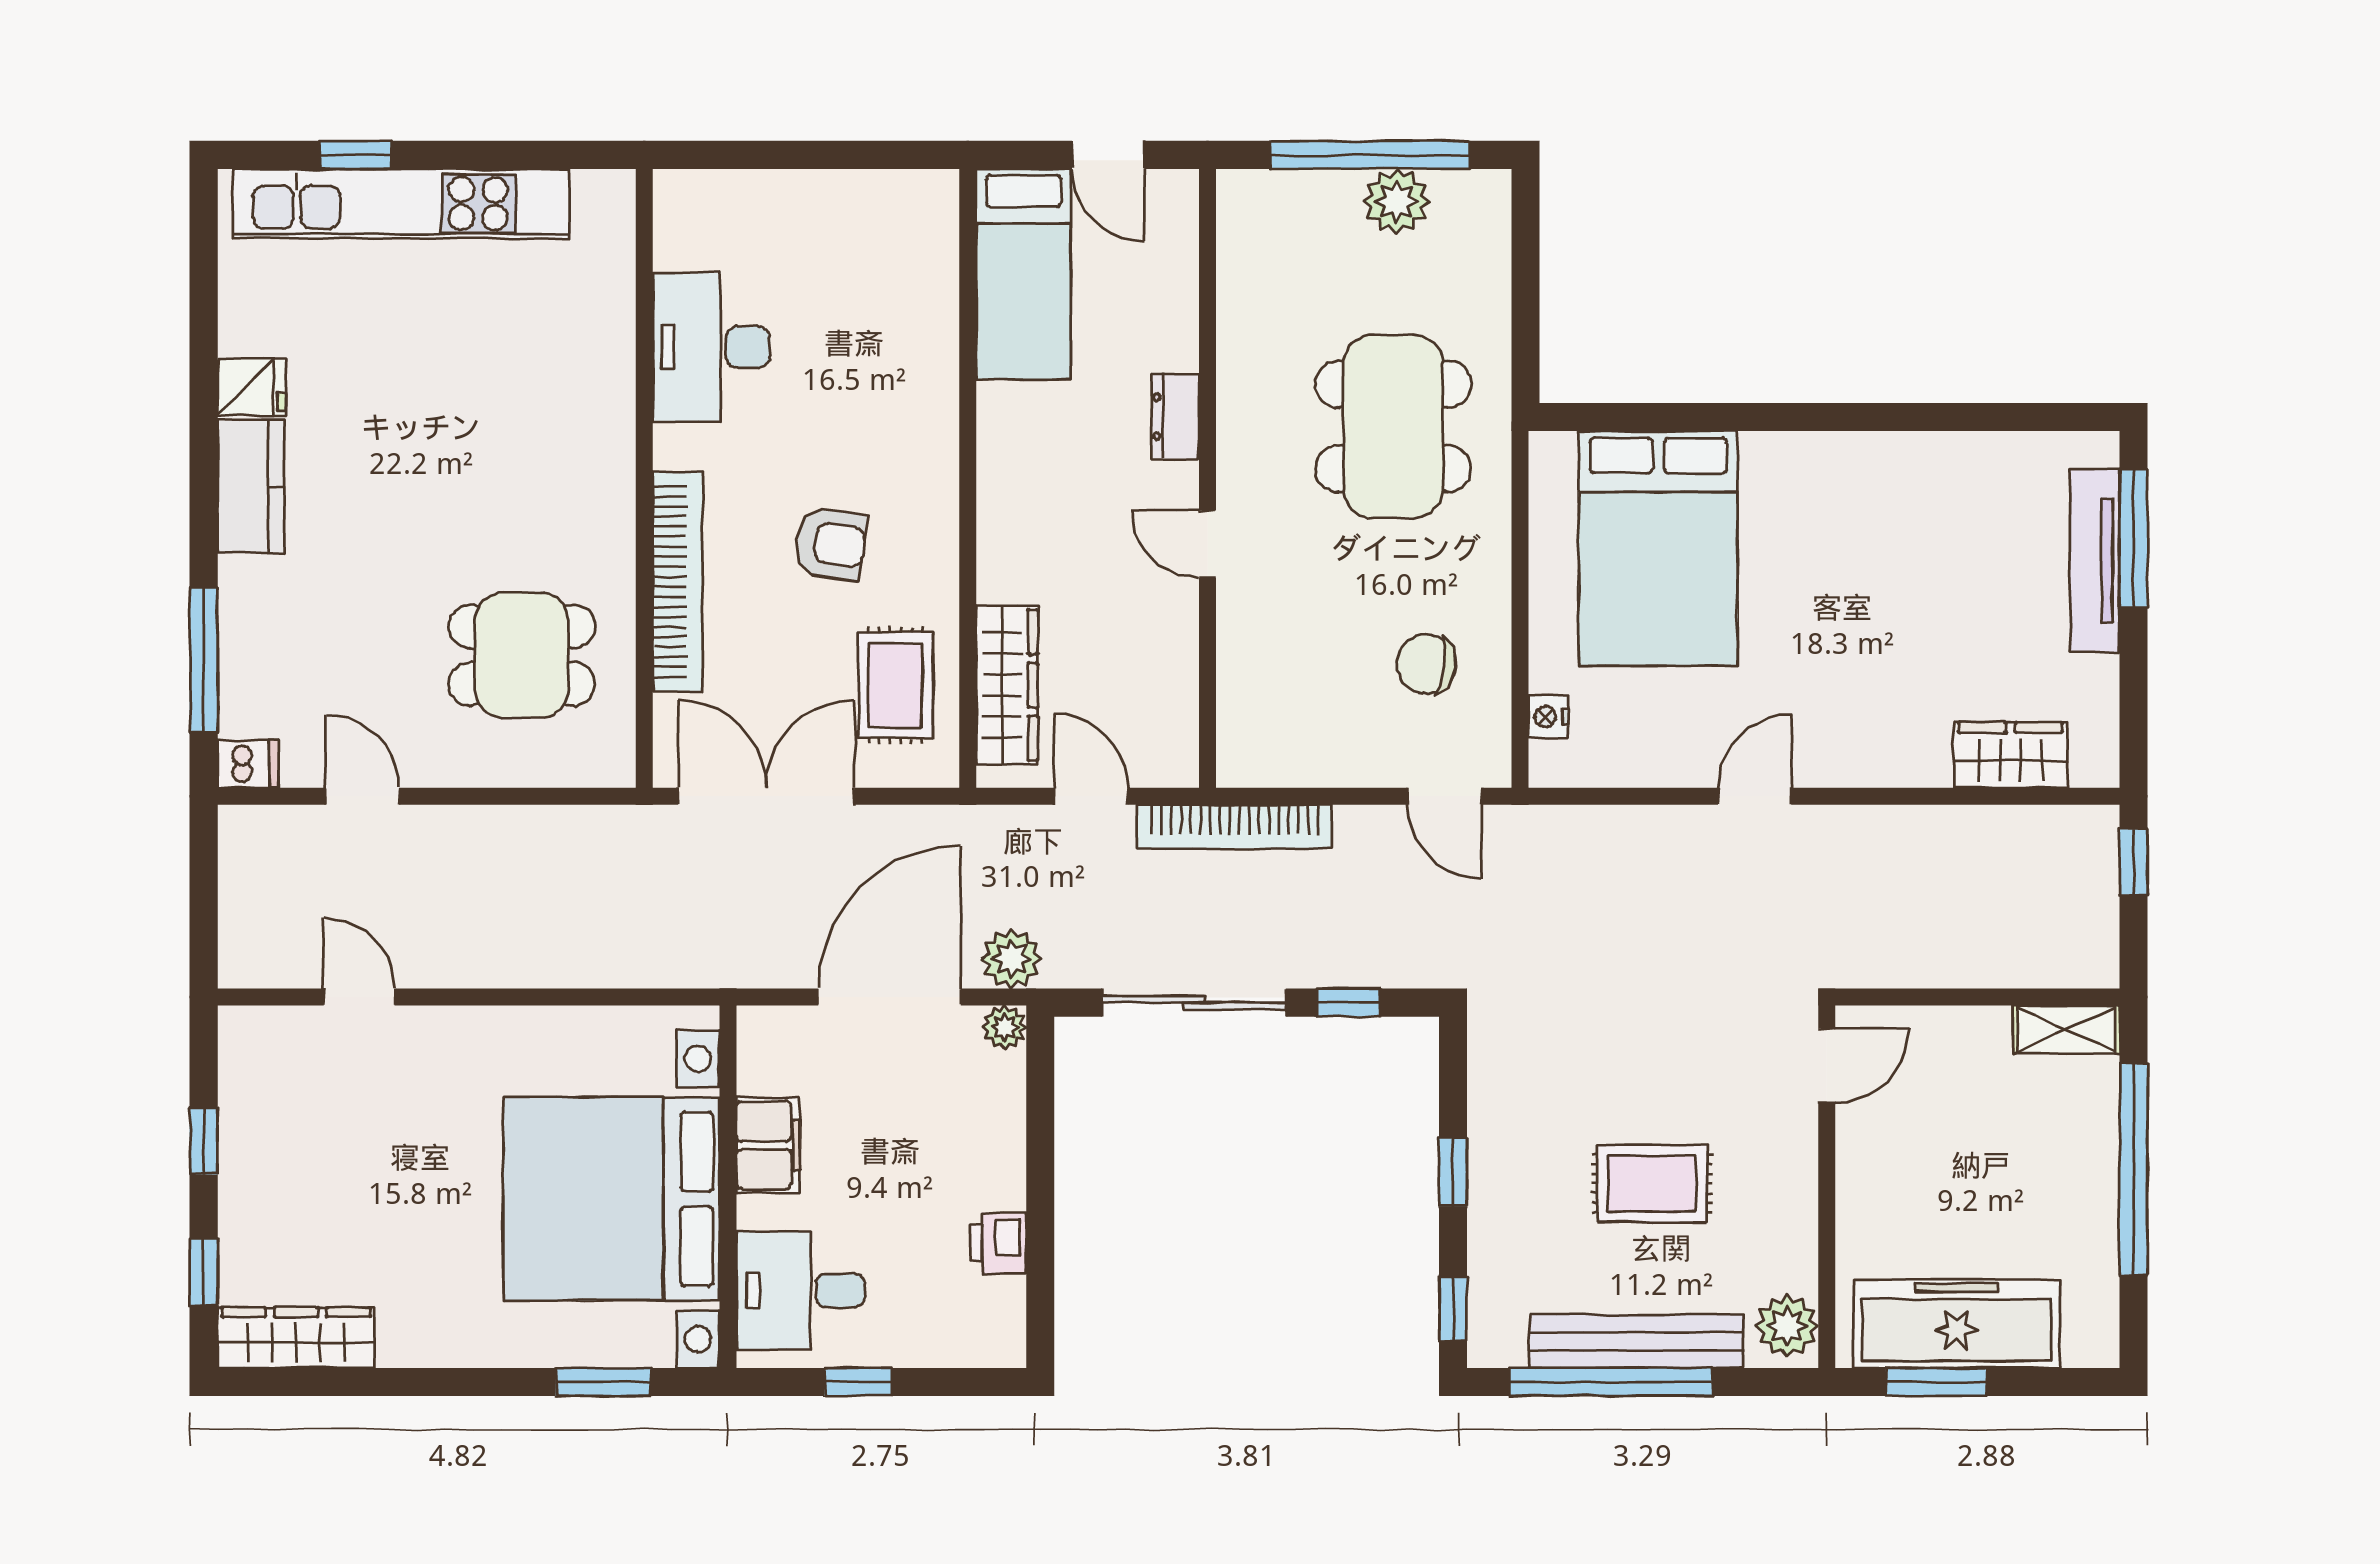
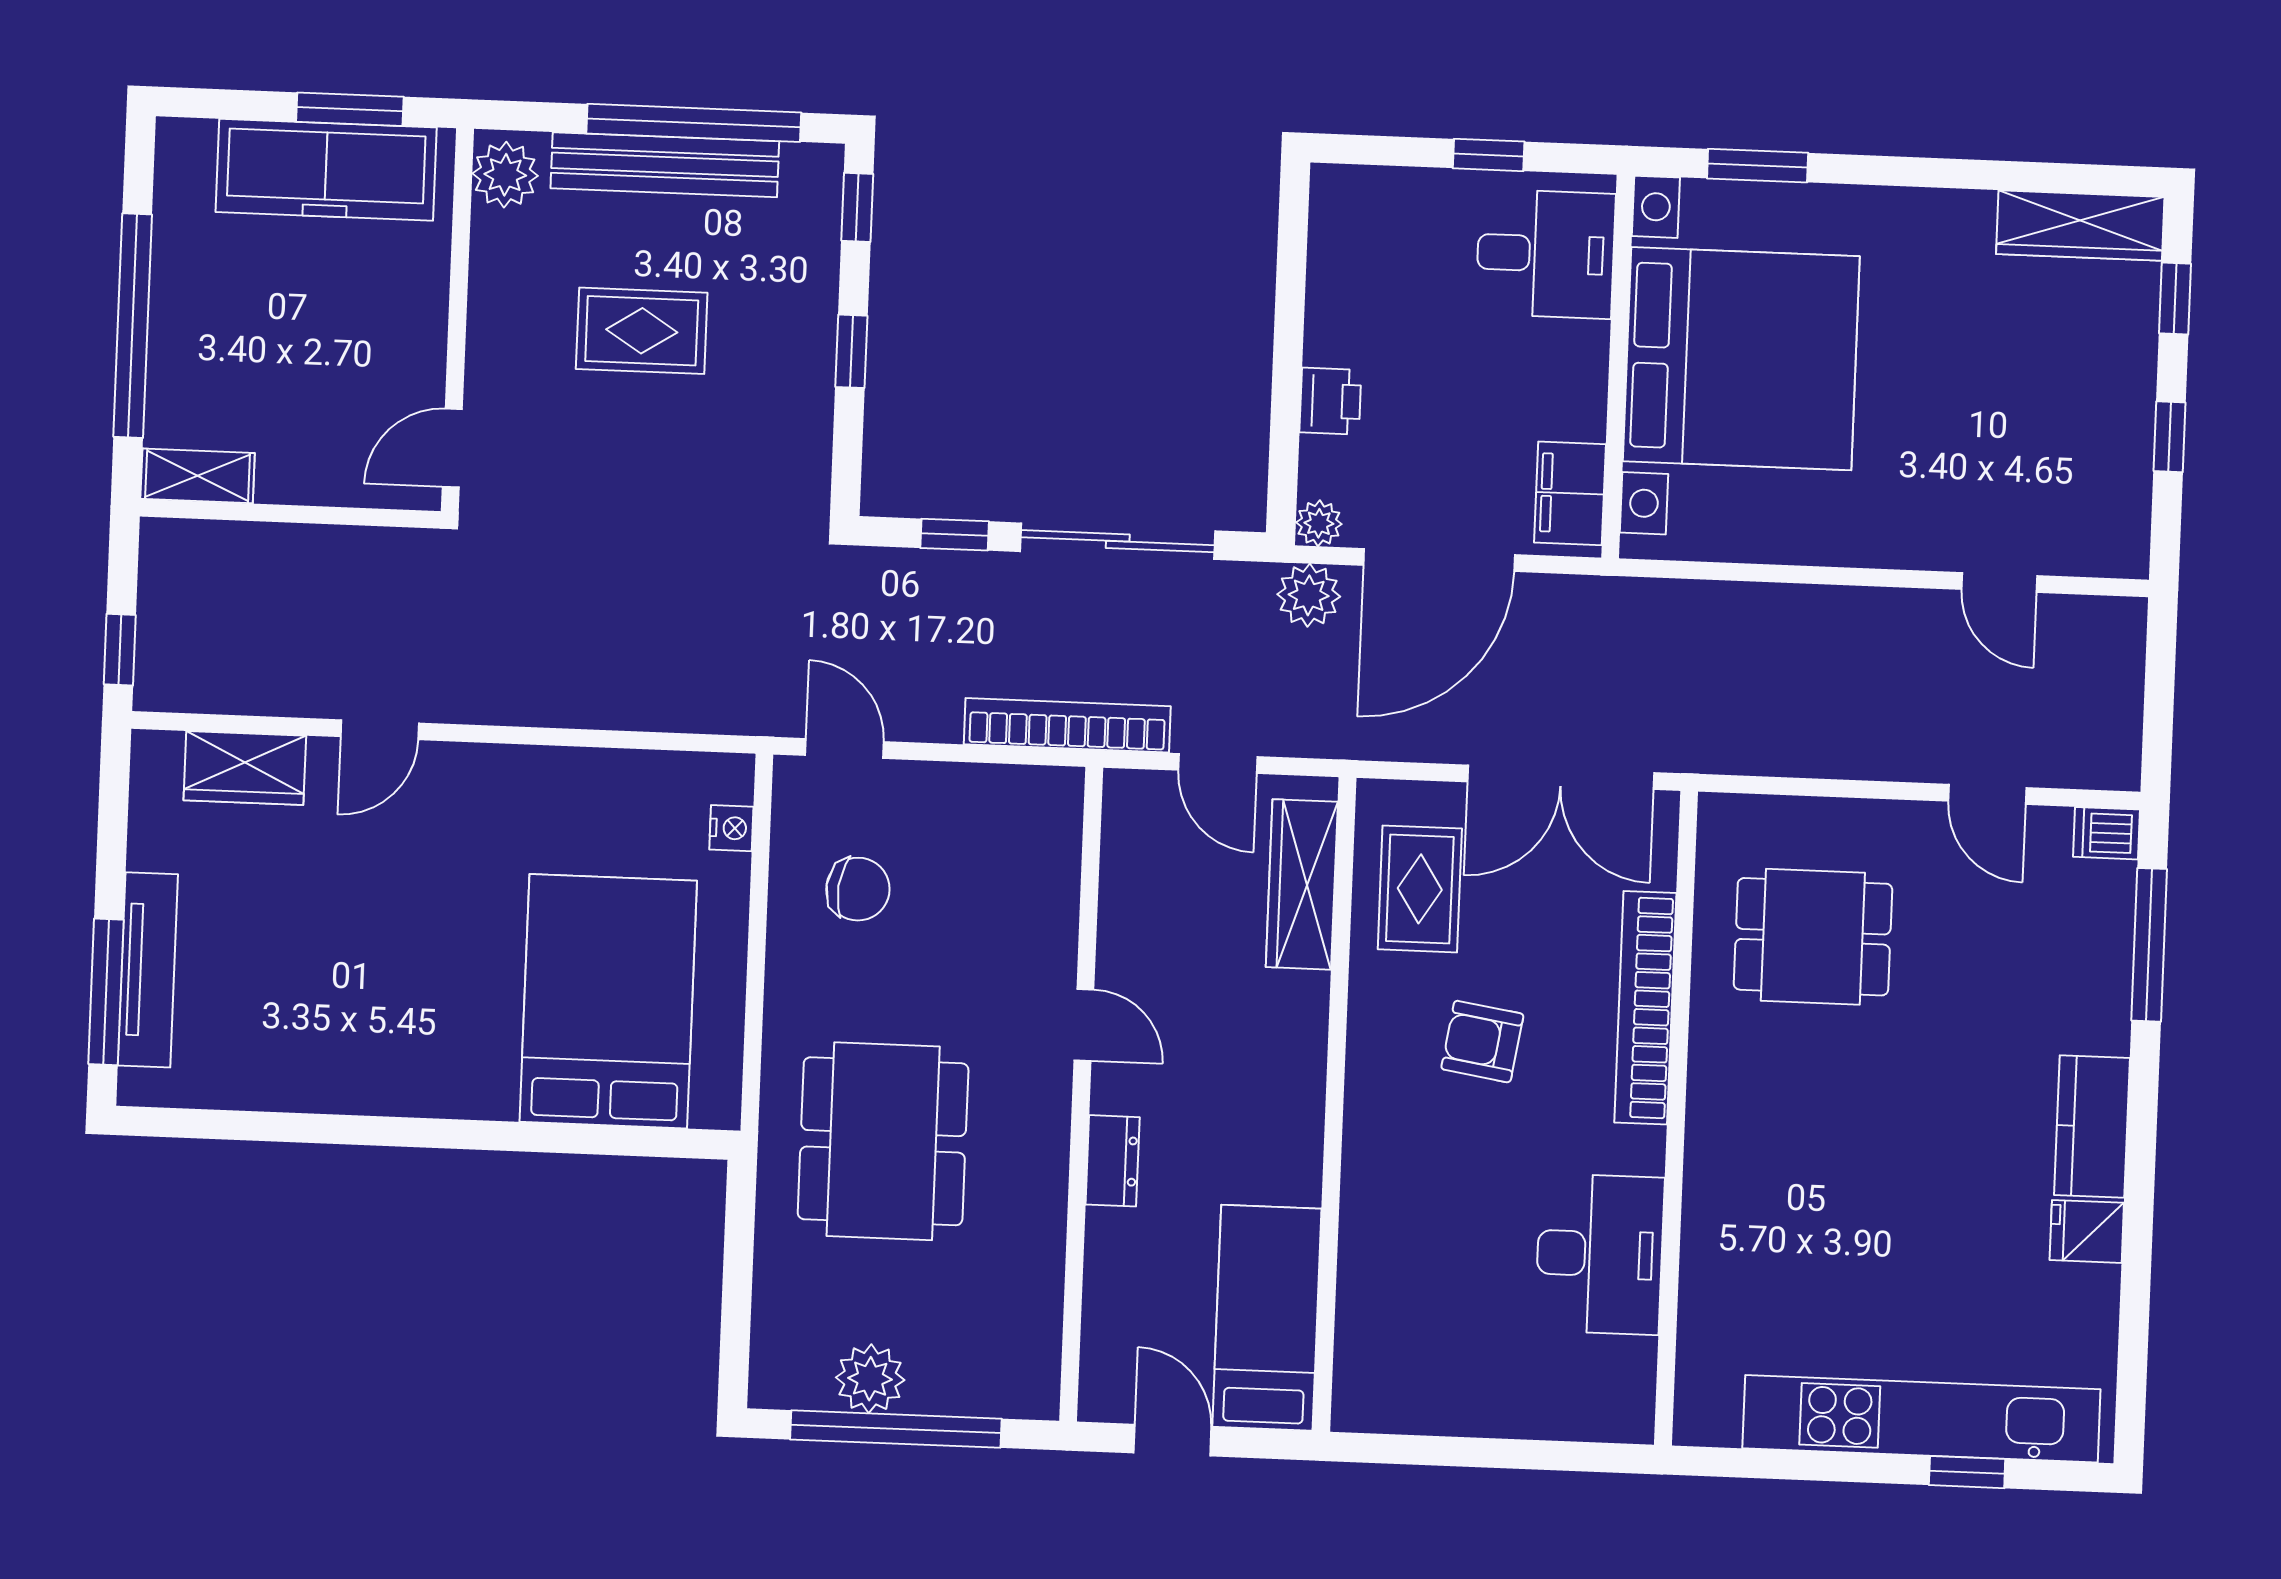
door: (1755, 796) -> (380, 730), moved
filing cabinet: (768, 1145) -> (1570, 493), moved
printer: (998, 1243) -> (1330, 401), moved

